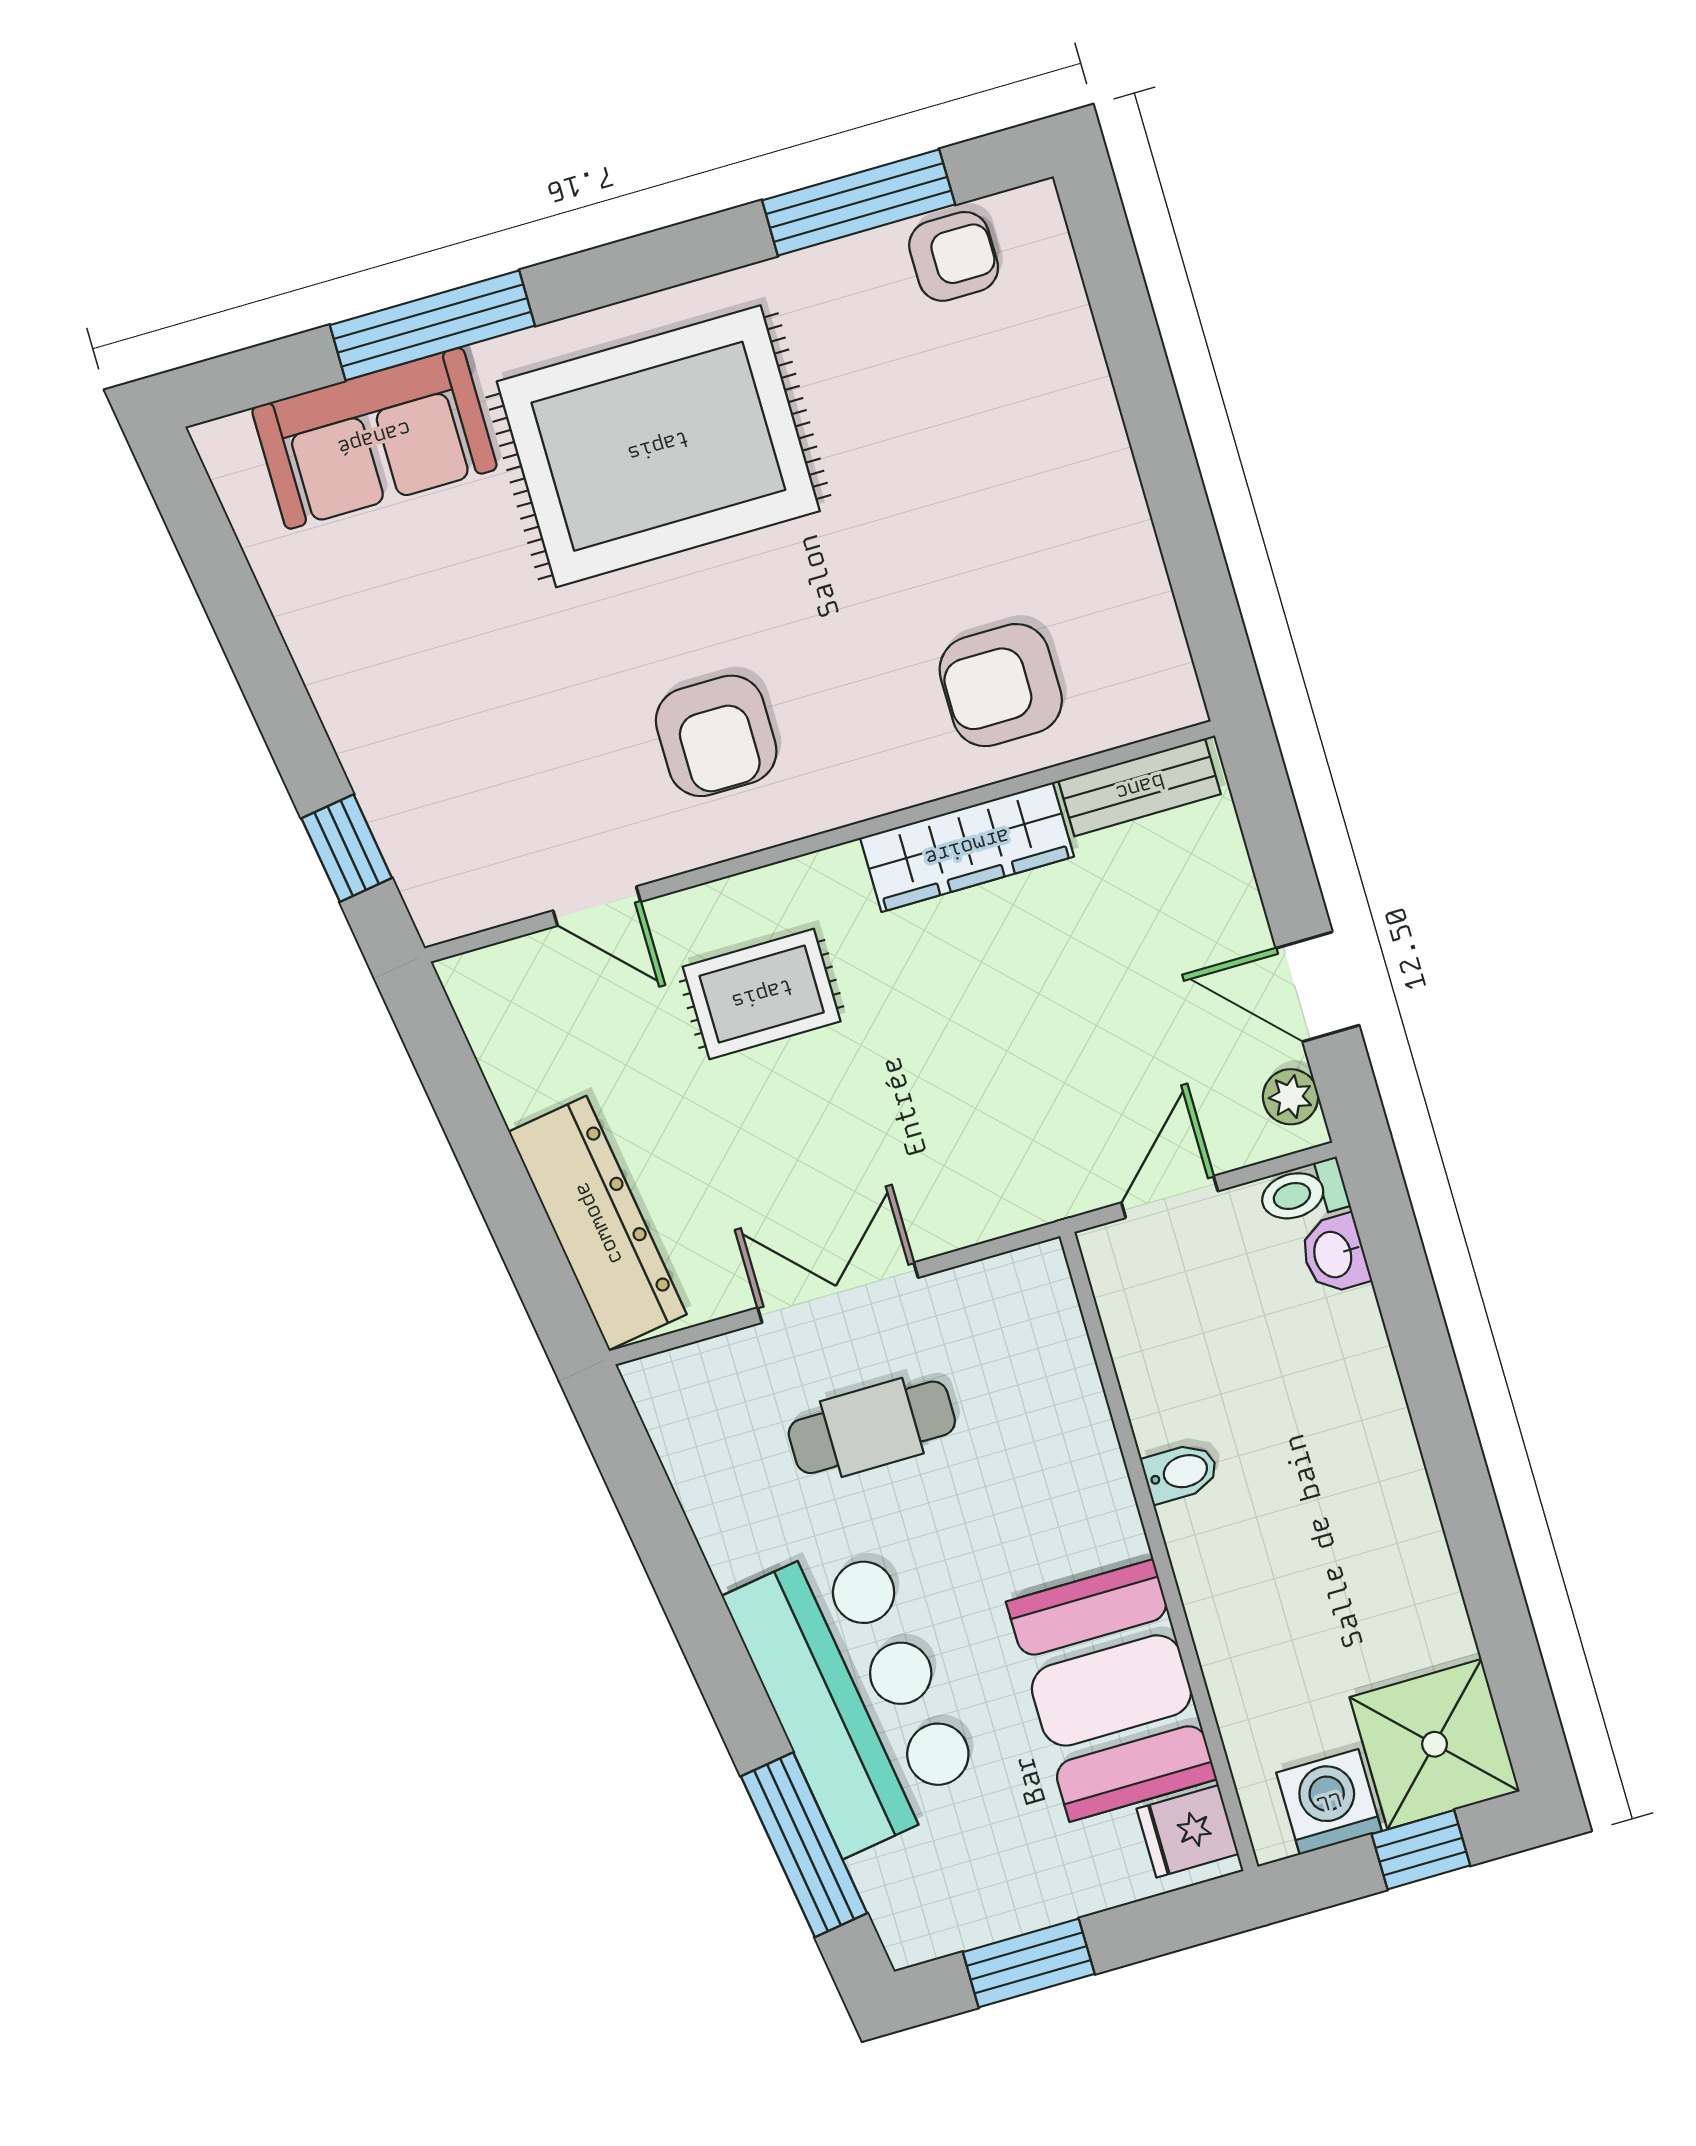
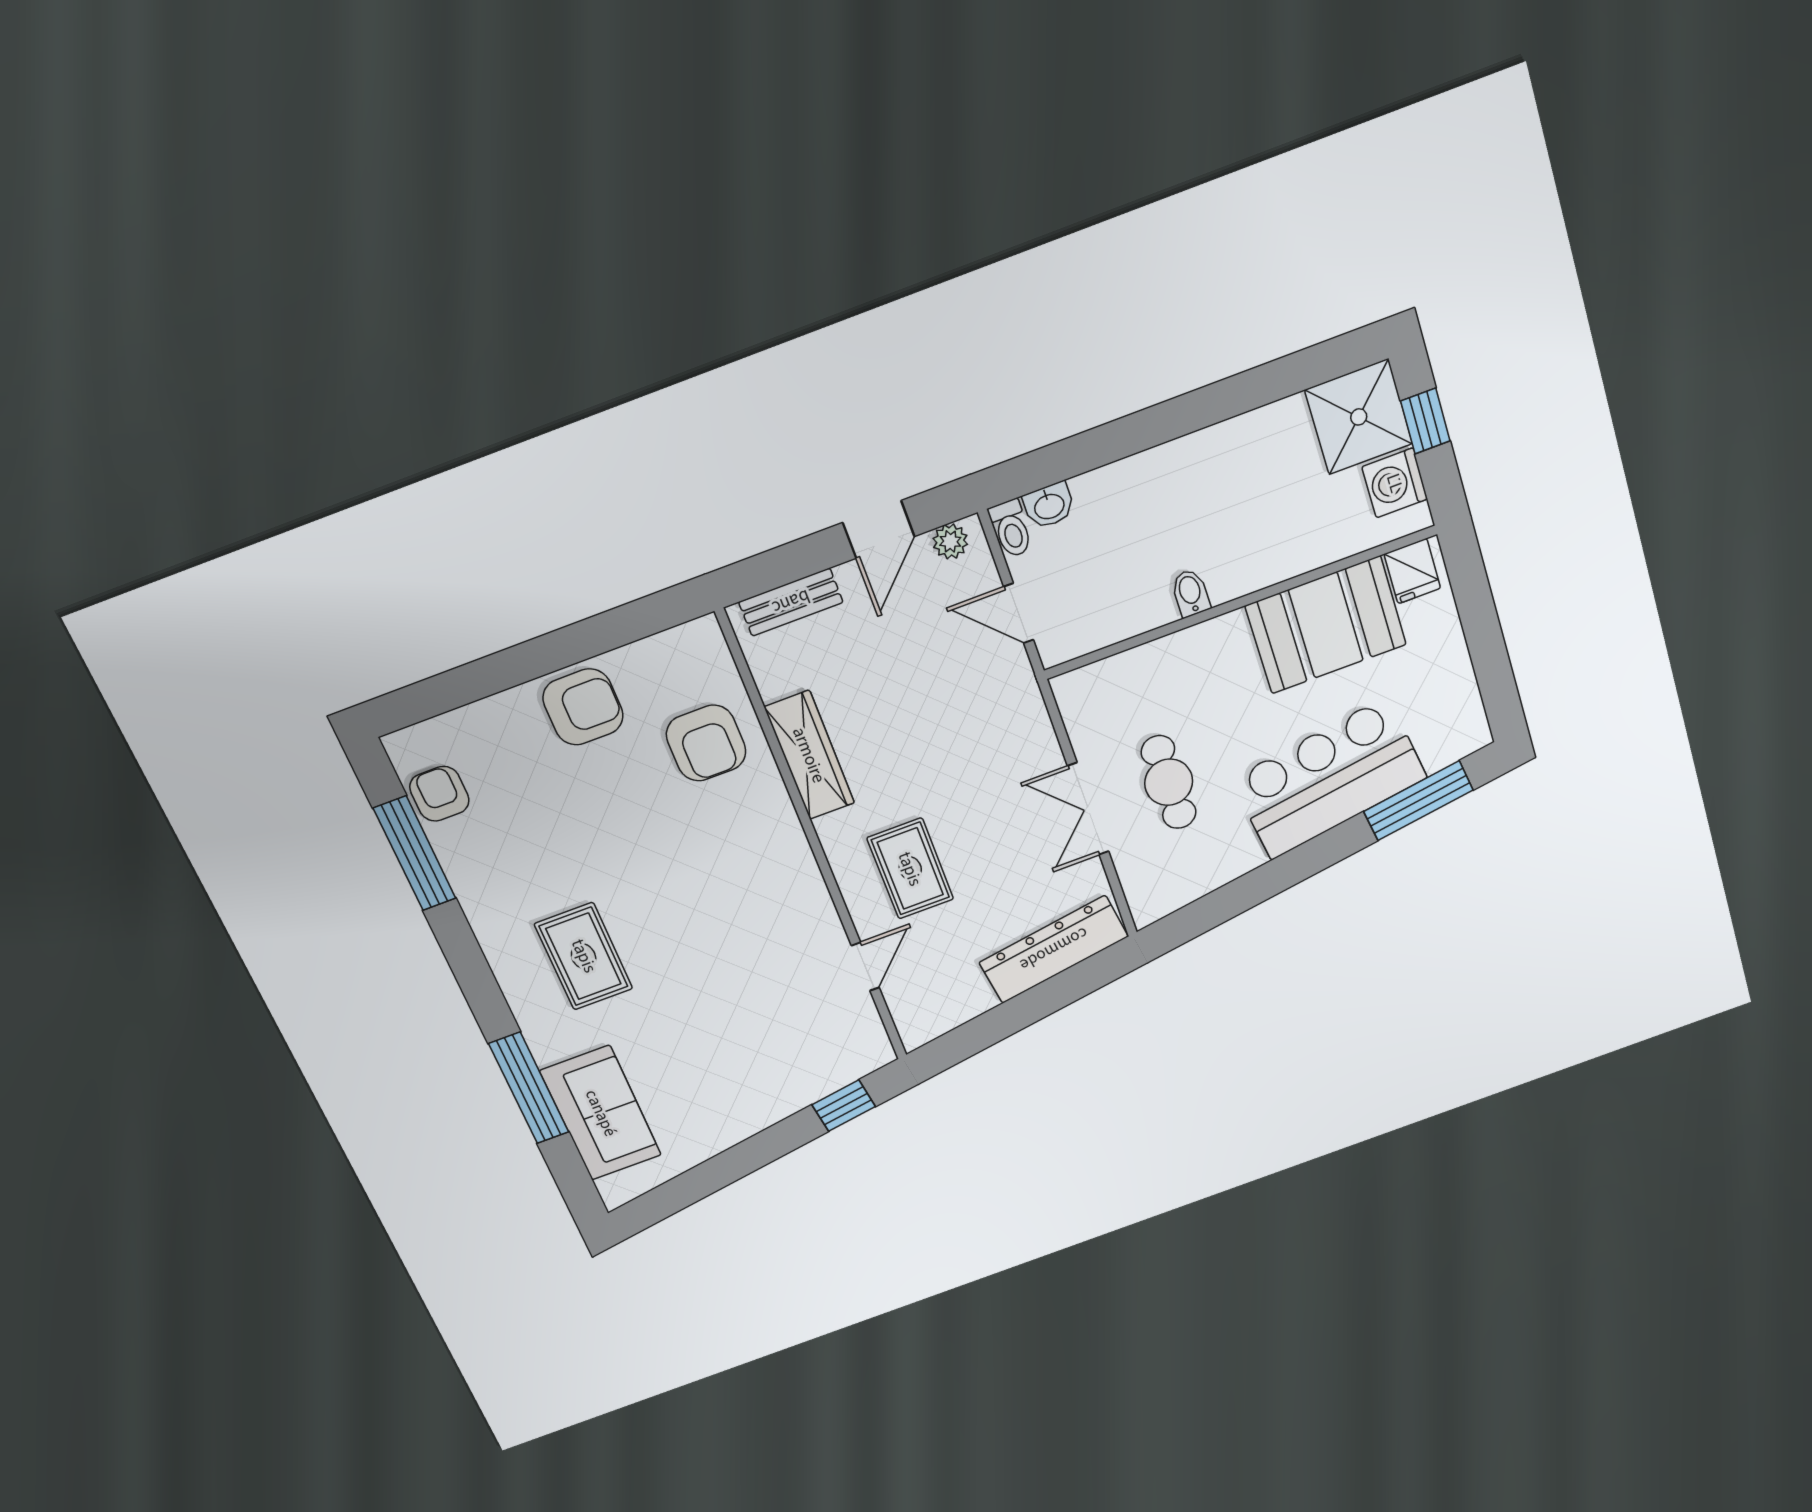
rug: (658, 446) -> (584, 956), width x0.54, depth x0.49
armchair: (716, 736) -> (583, 707), moved
bench: (1140, 787) -> (791, 602), moved, turned 90
window: (1029, 1963) -> (1491, 662), removed

